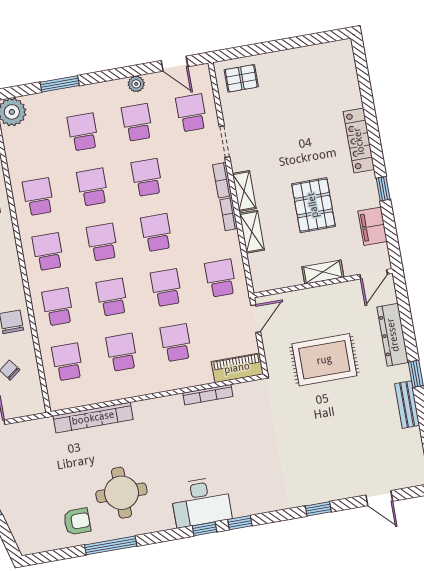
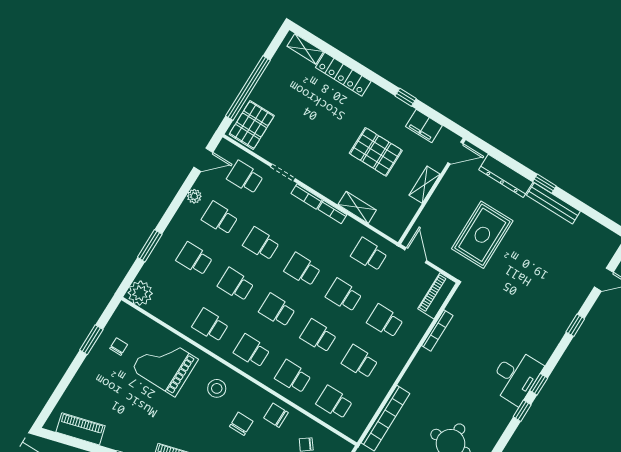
window: (270, 47) -> (248, 88), added
pallet: (241, 78) -> (252, 125), width x1.50, depth x1.42
locker: (359, 141) -> (343, 74), moved
shelving: (244, 191) -> (305, 49), moved
door: (374, 274) -> (455, 153), hinge flipped
bench: (407, 405) -> (553, 203), width x1.36
desk: (201, 502) -> (516, 377), moved

